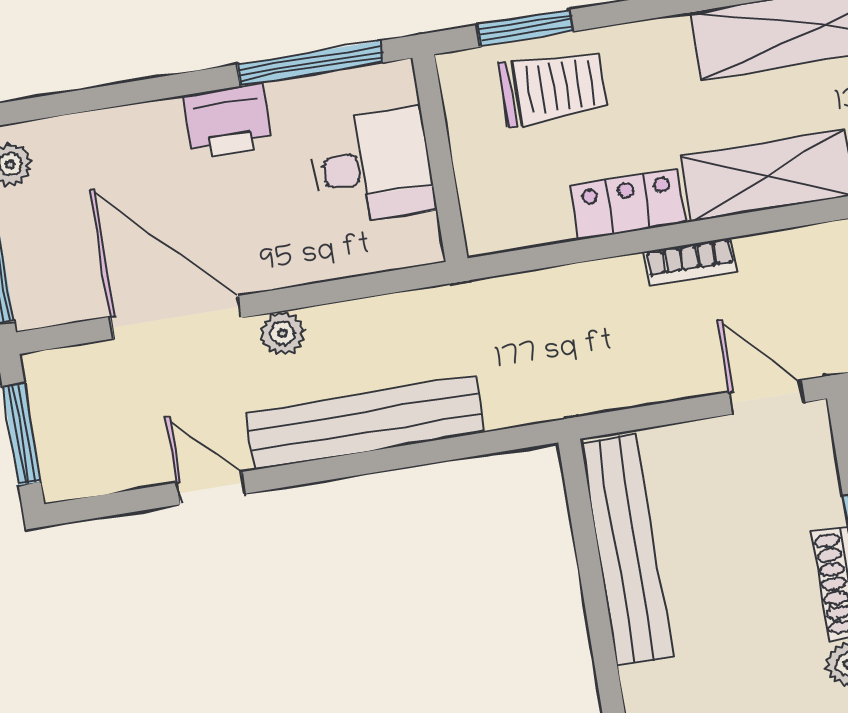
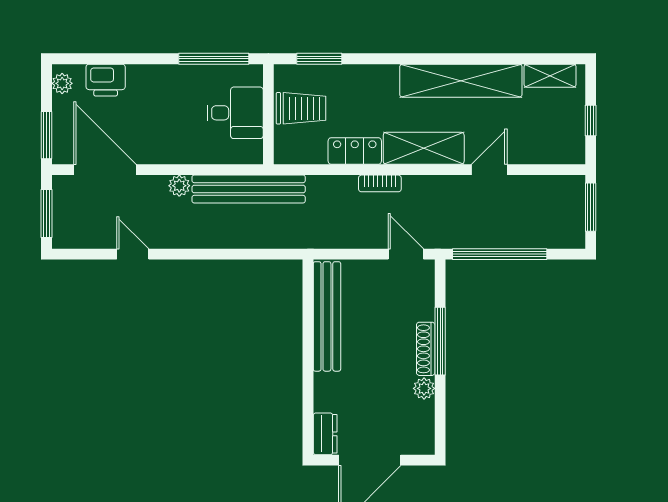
trolley: (553, 88) -> (301, 108), moved
printer: (228, 122) -> (106, 80), moved
door: (176, 317) -> (105, 170), moved
bench: (365, 423) -> (249, 189), moved

